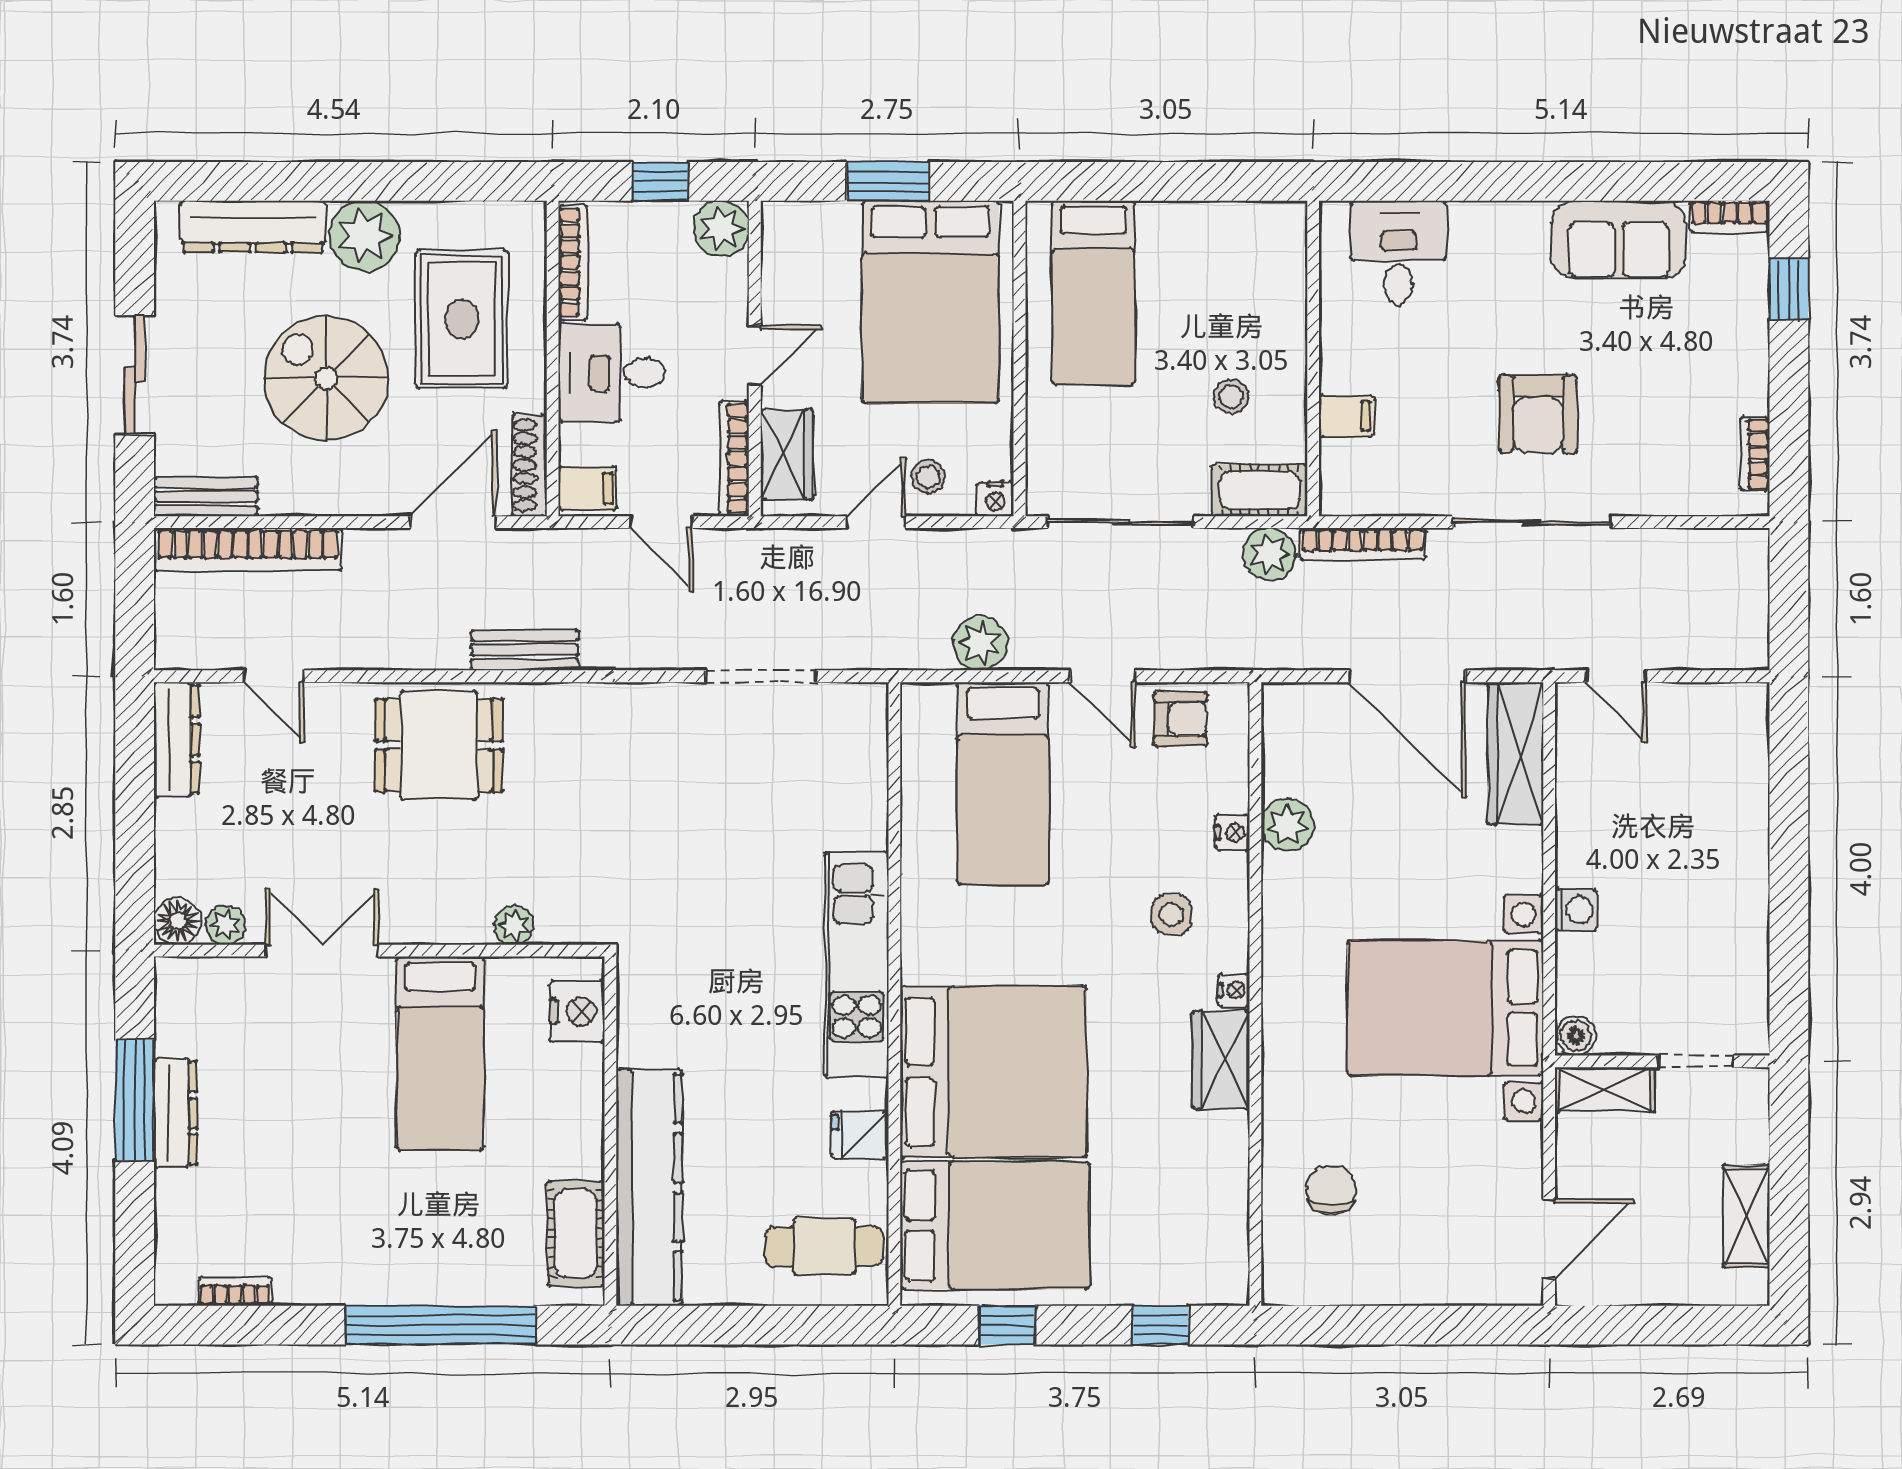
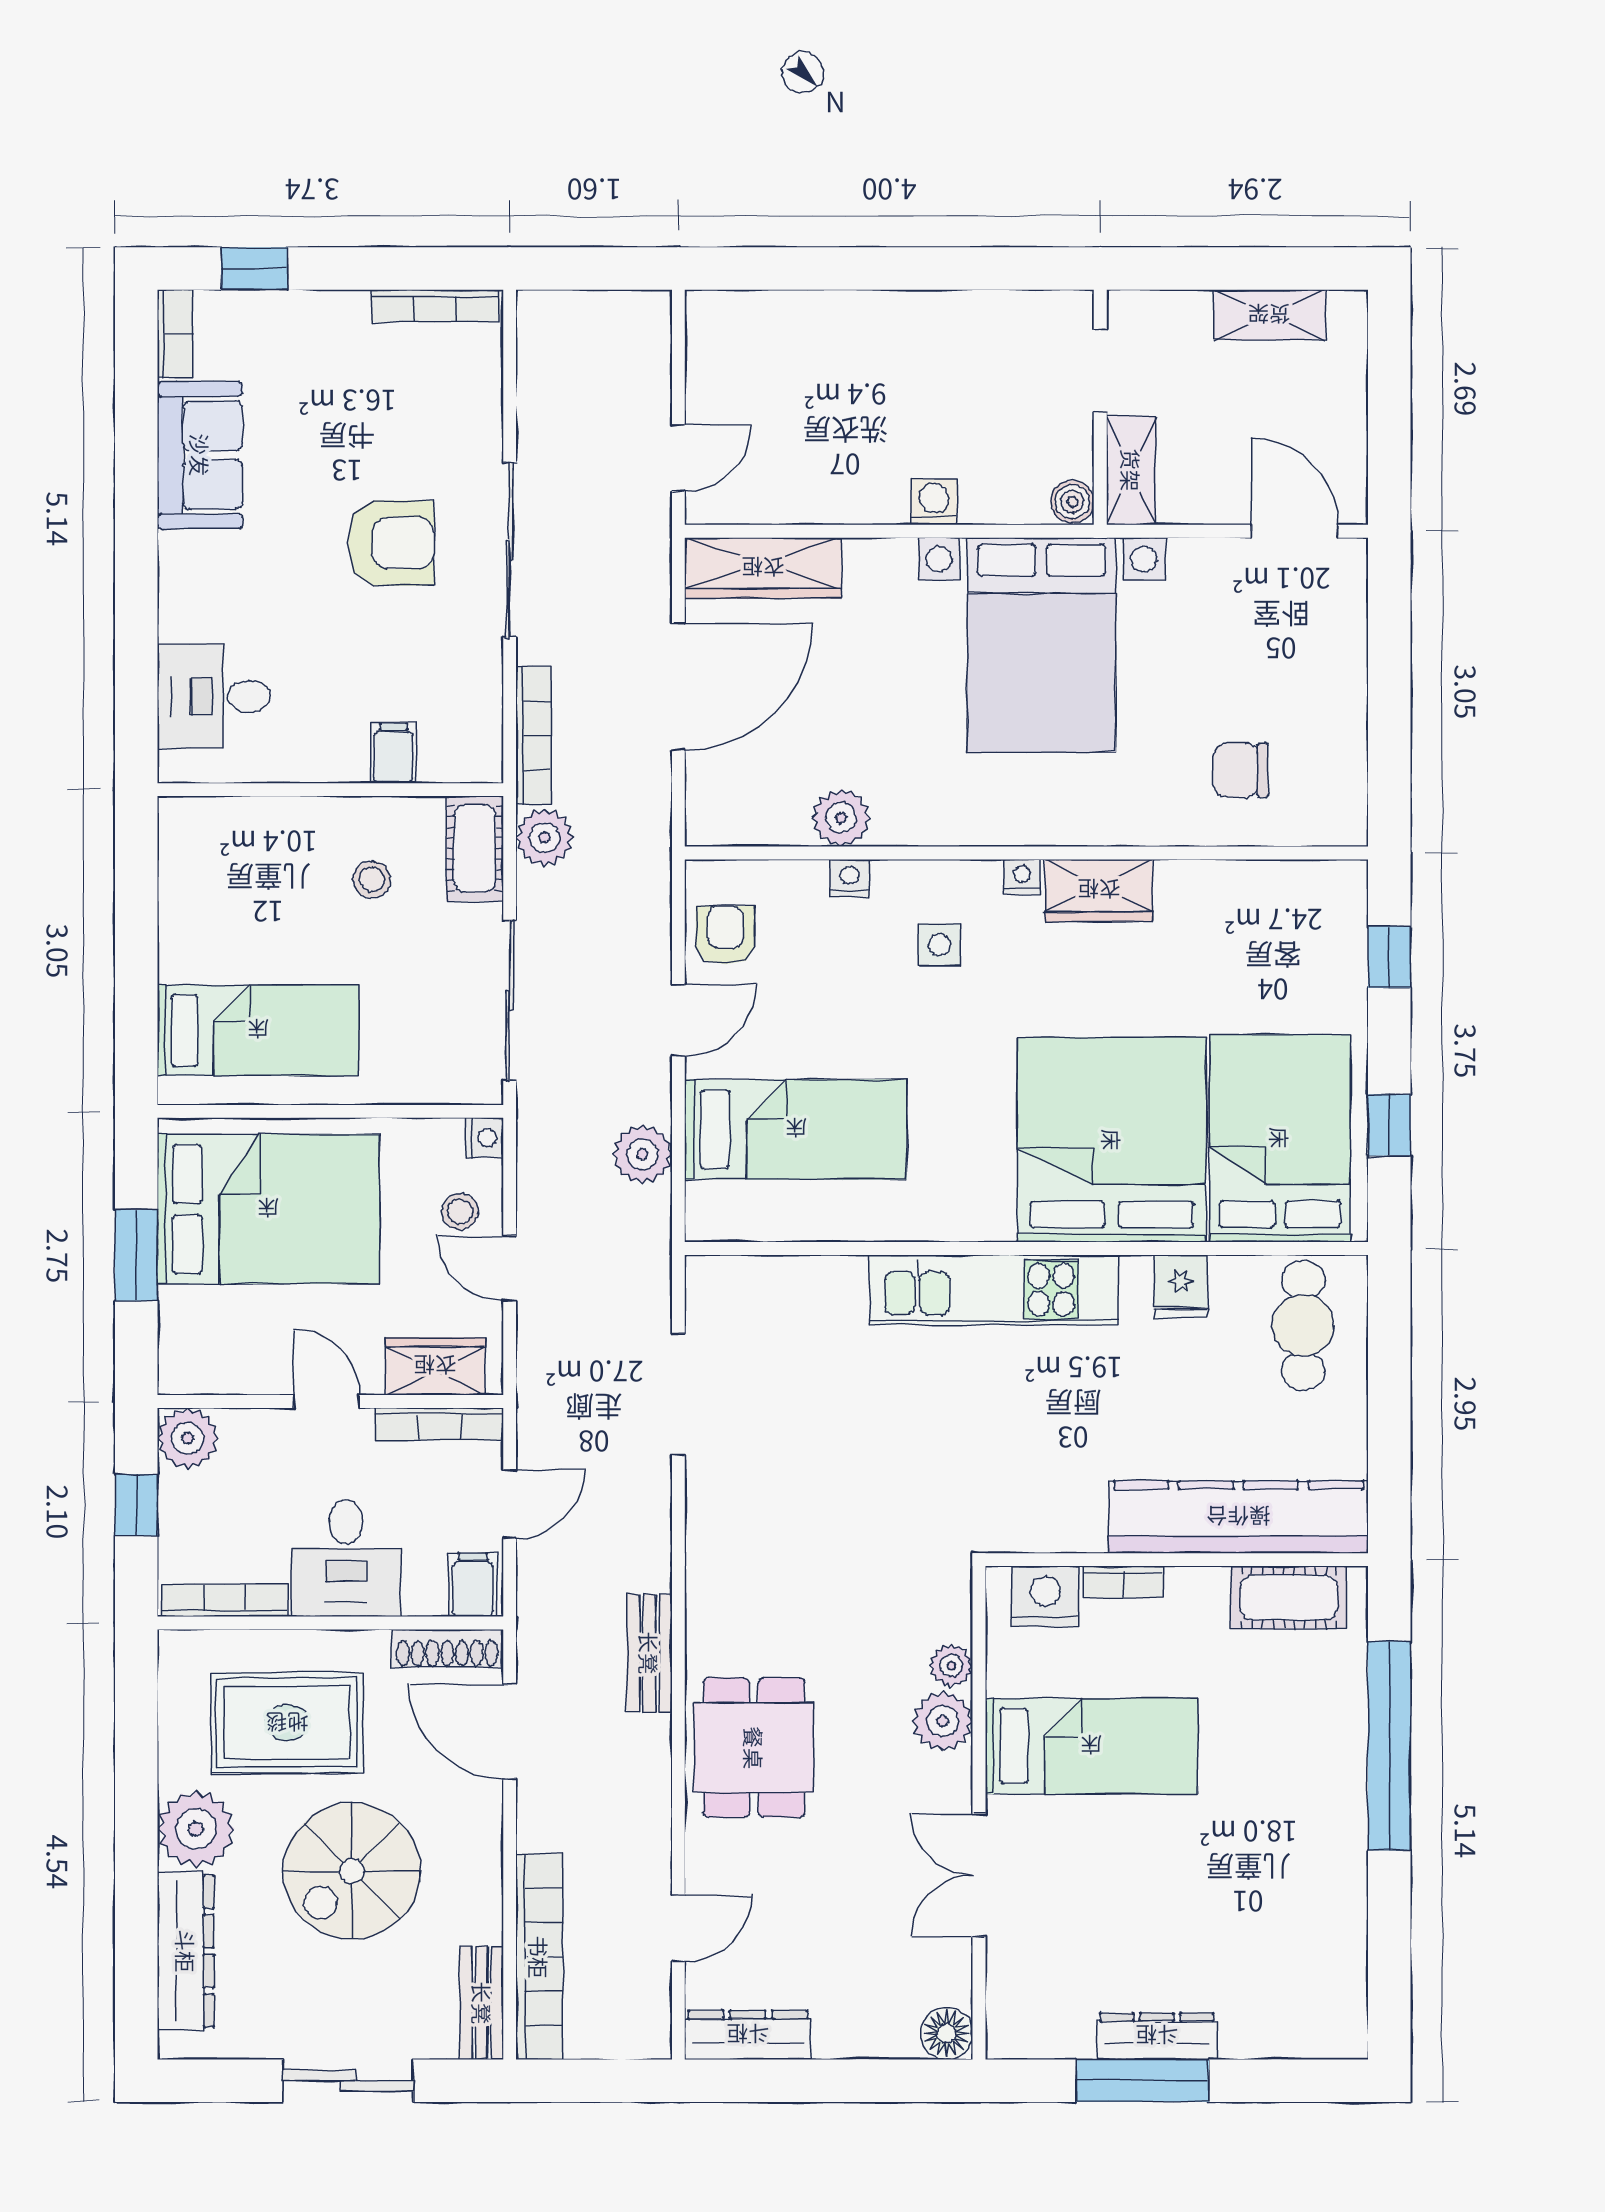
bookcase: (1755, 454) -> (435, 306), width x1.56
plant: (225, 925) -> (943, 1721), moved, width x1.38, depth x1.38
bookcase: (235, 1291) -> (1123, 1582), moved, turned -90

